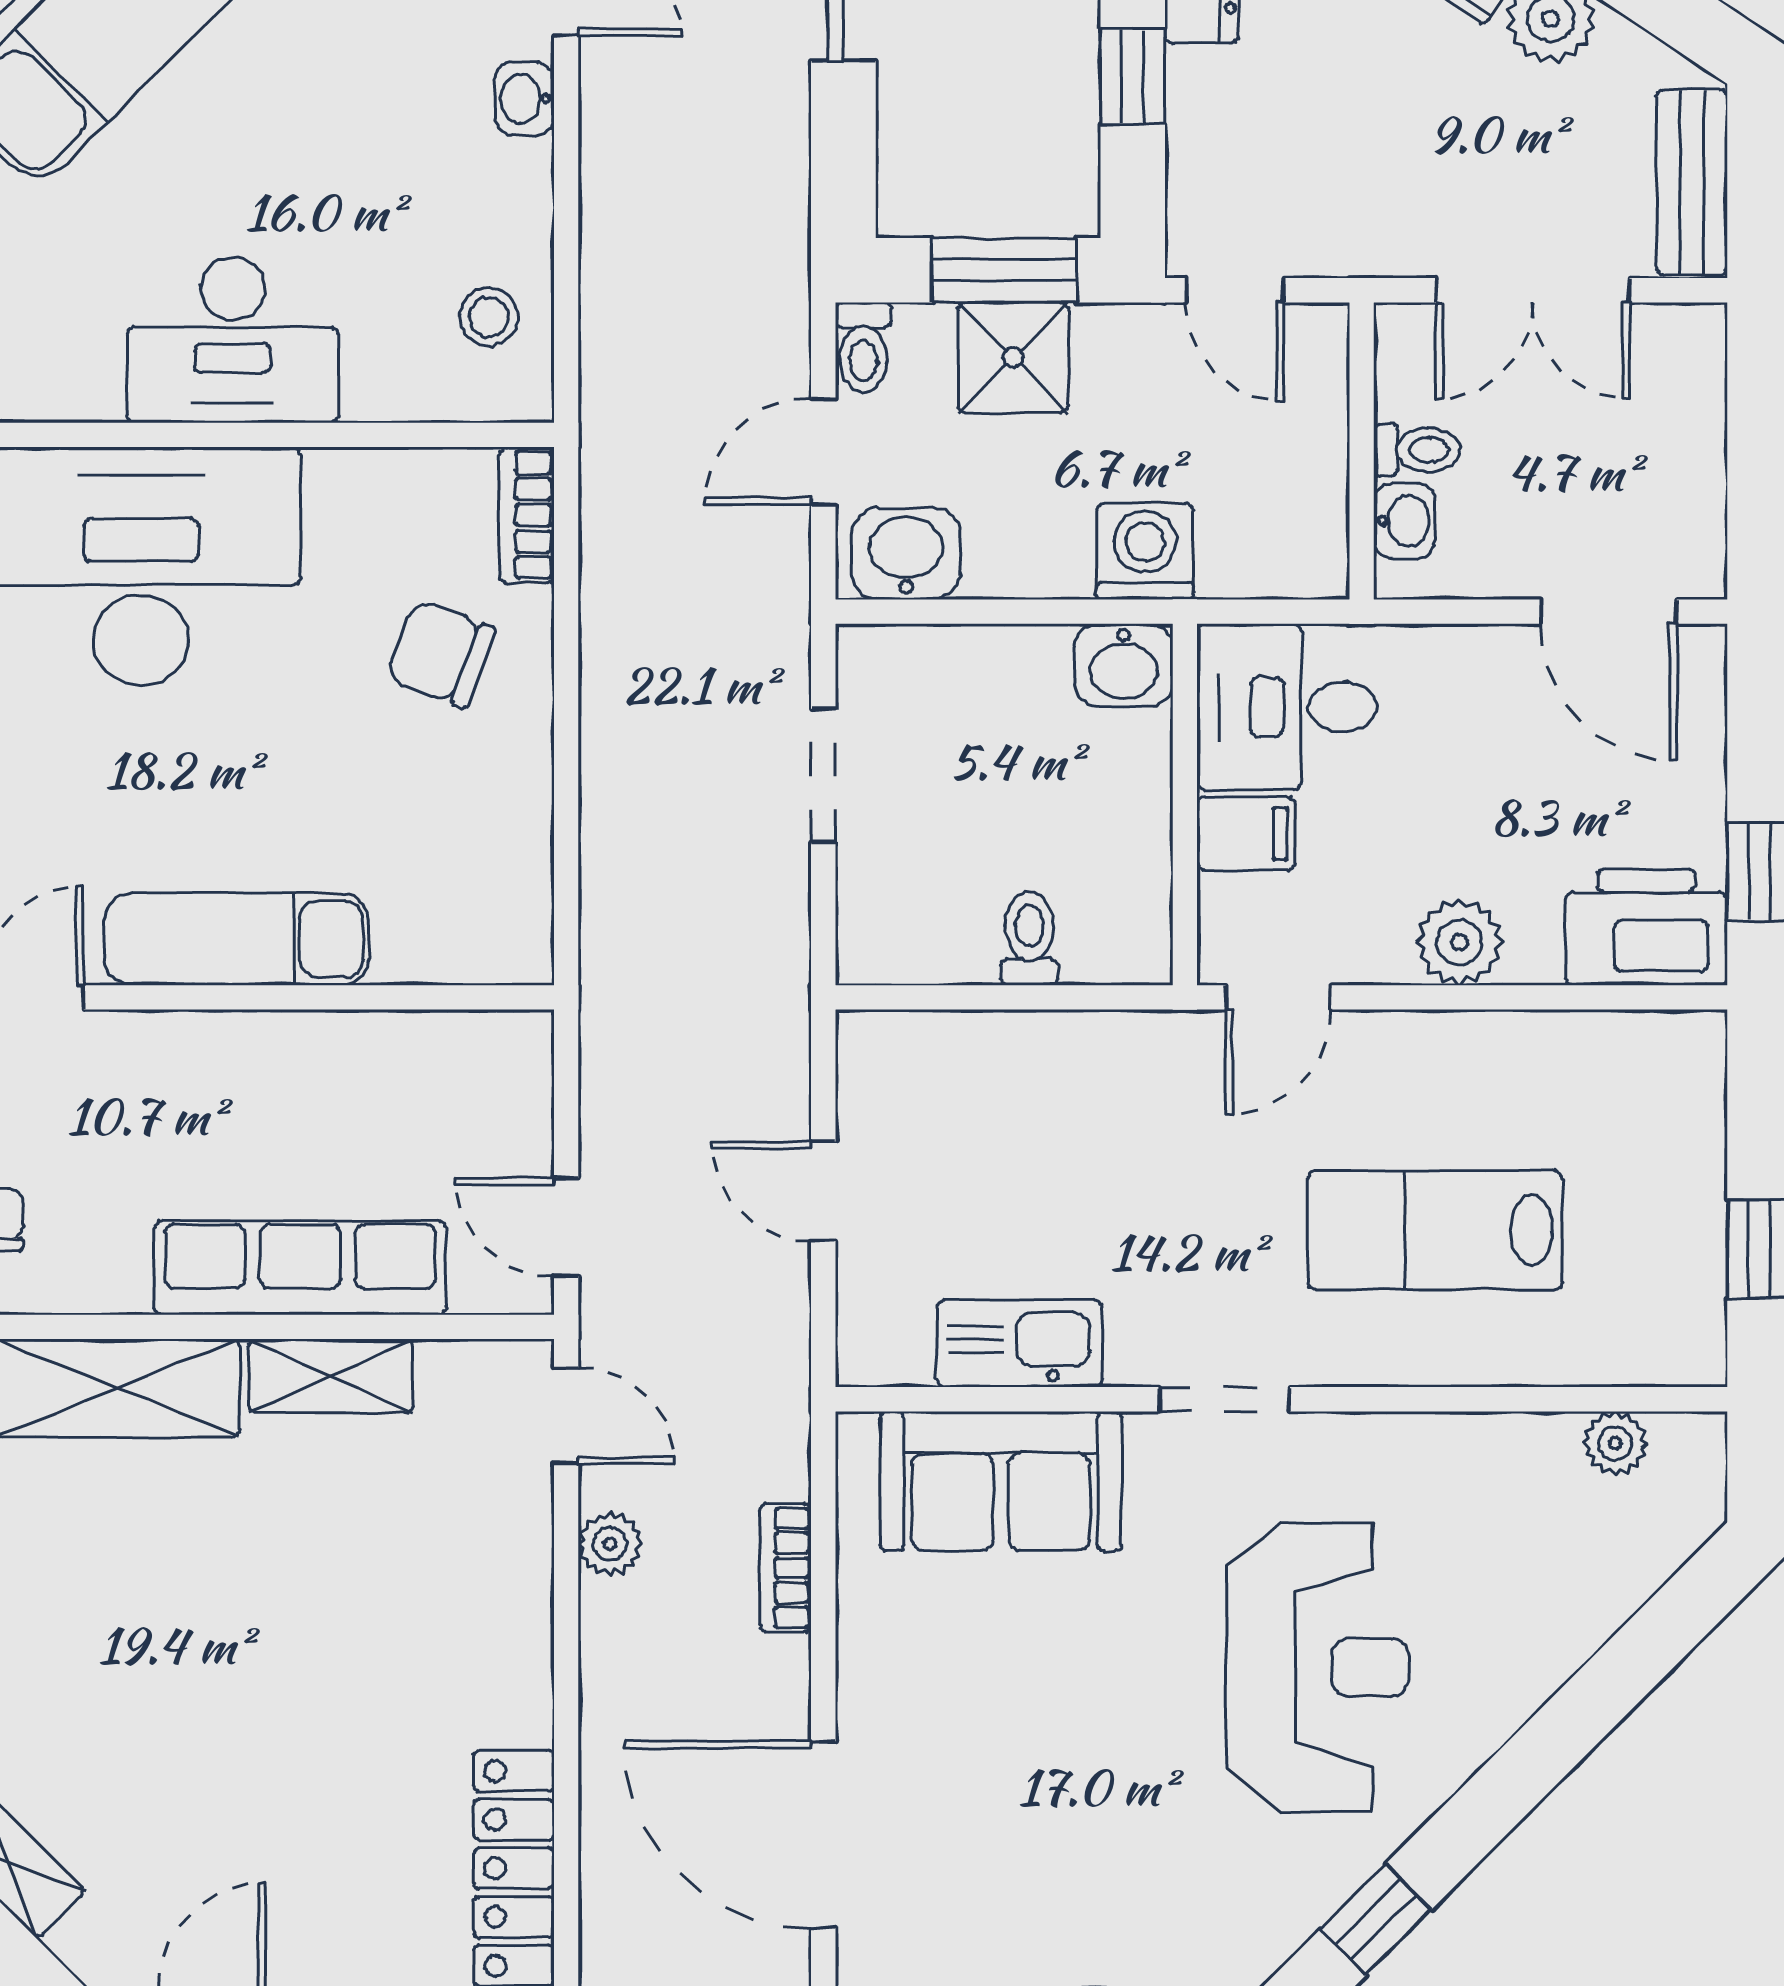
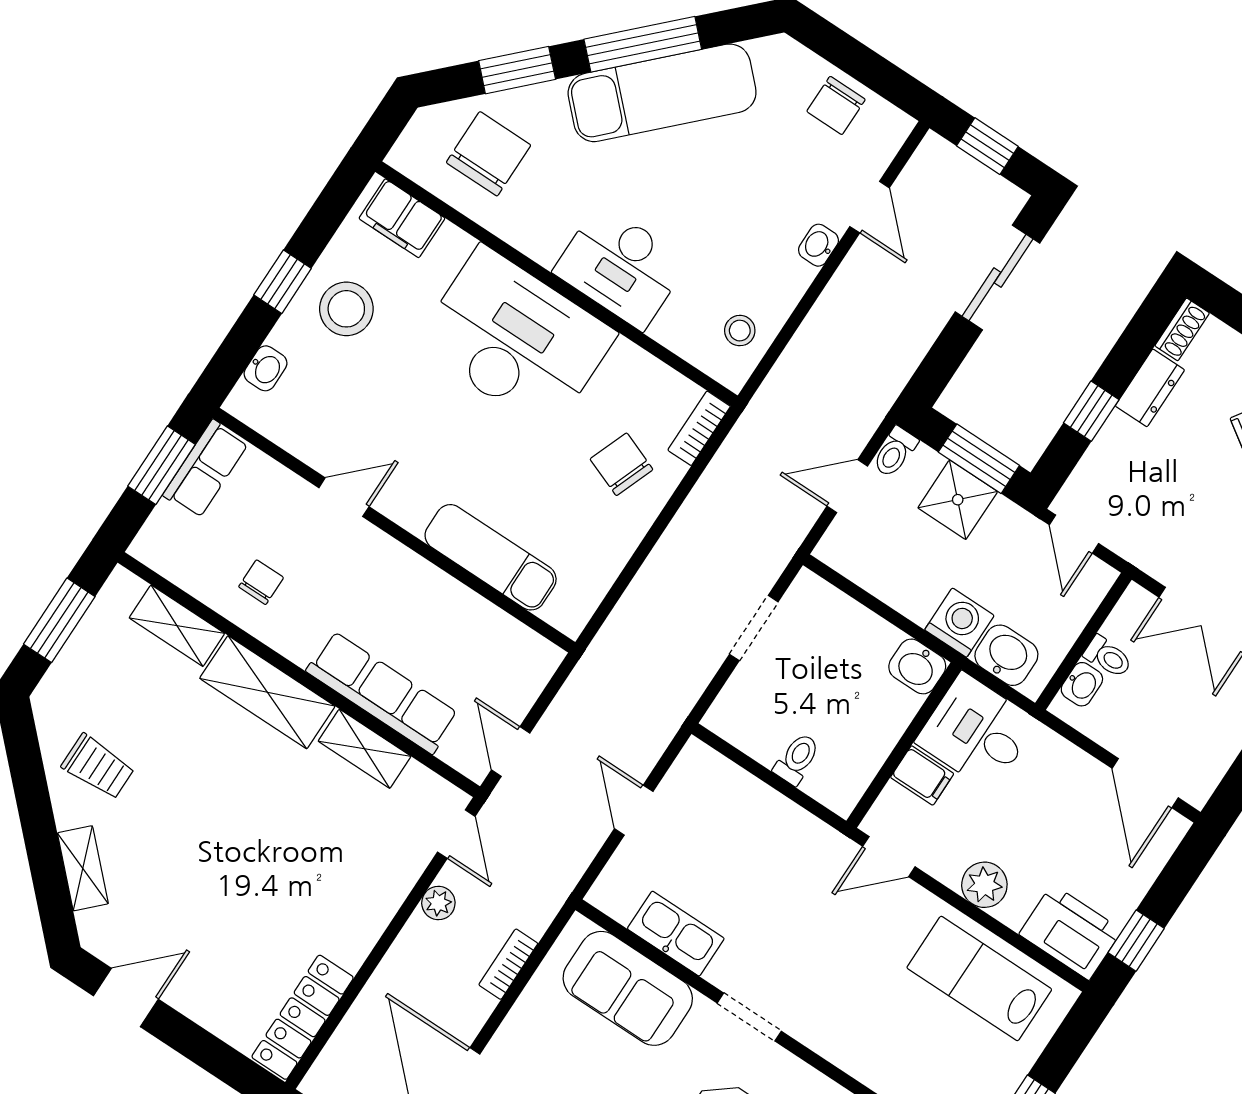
washbasin: (906, 554) -> (1006, 655), moved
exam couch: (237, 939) -> (491, 557), moved
lab bench: (1435, 1230) -> (979, 979), moved

